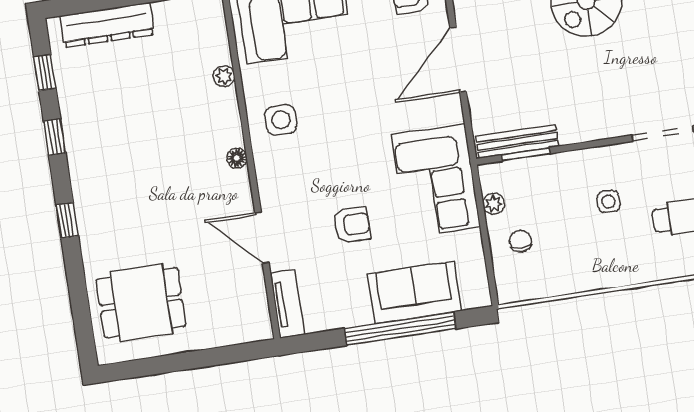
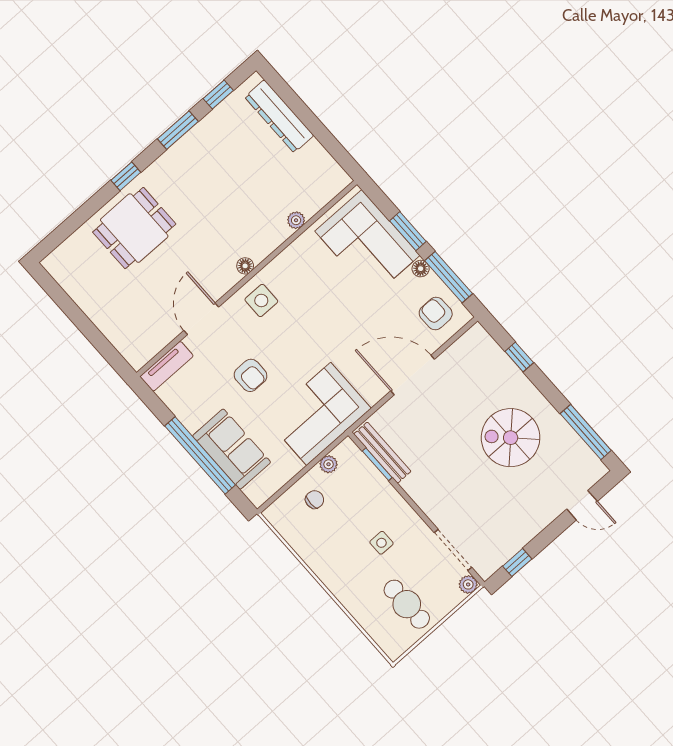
side table: (281, 120) -> (261, 300), moved
window: (55, 137) -> (178, 130), width x1.50
dining table: (141, 303) -> (134, 228), moved, turned 90

